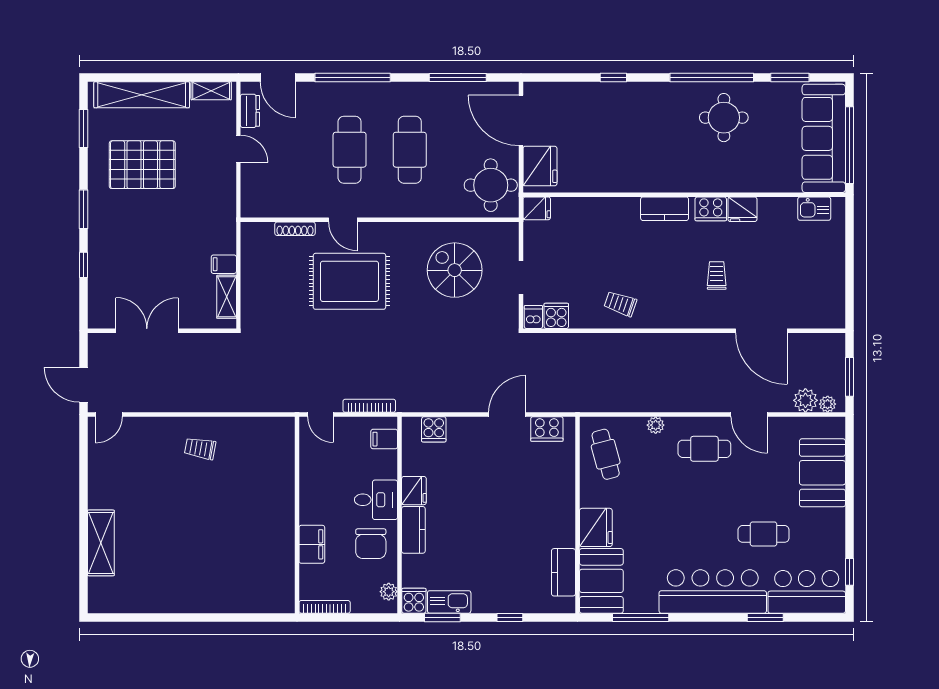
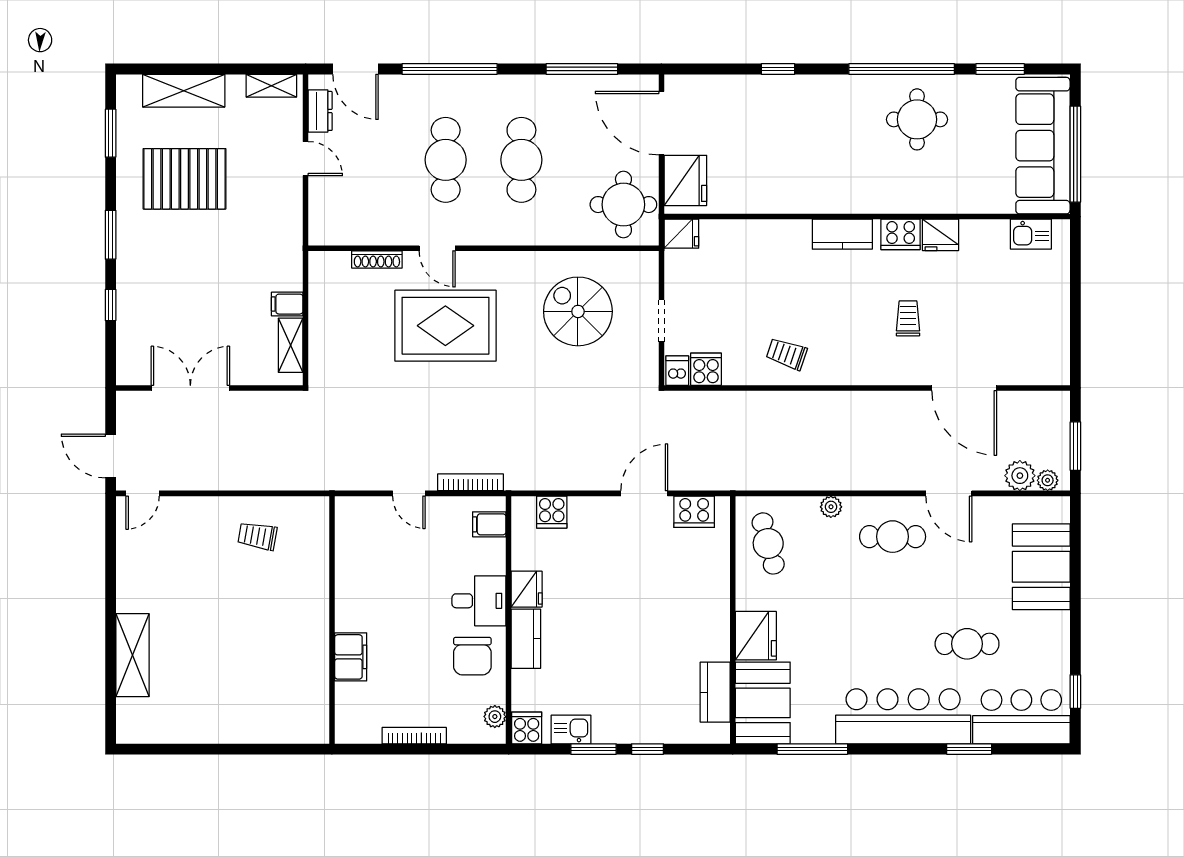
shelving: (142, 95) -> (184, 91), width x0.68
wall: (297, 515) -> (332, 620), moved
filing cabinet: (312, 544) -> (351, 657), moved
kitchen sink: (449, 602) -> (571, 729), width x0.73
window: (442, 617) -> (594, 749), moved

